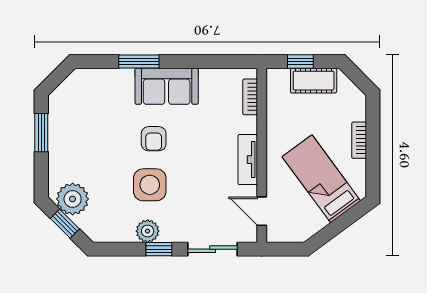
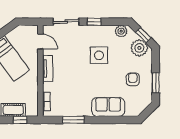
window: (139, 61) -> (73, 120), moved
sofa: (167, 86) -> (108, 107), moved
armchair: (154, 139) -> (133, 79), moved
plant: (148, 231) -> (121, 31), moved

